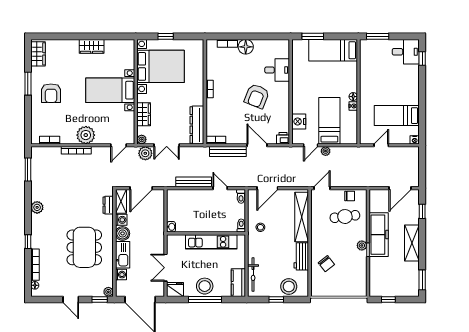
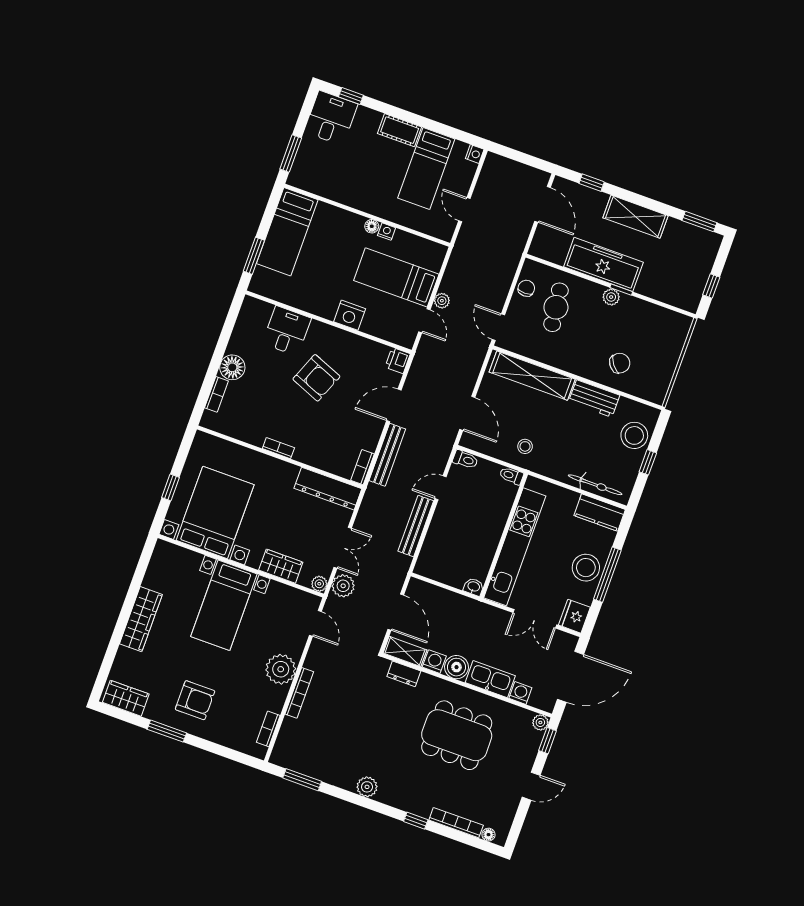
wardrobe: (92, 46) -> (141, 619), width x1.50
cot: (413, 93) -> (400, 130), added
nightstand: (299, 121) -> (350, 315), moved
kitchen unit: (211, 242) -> (515, 547), width x1.36

